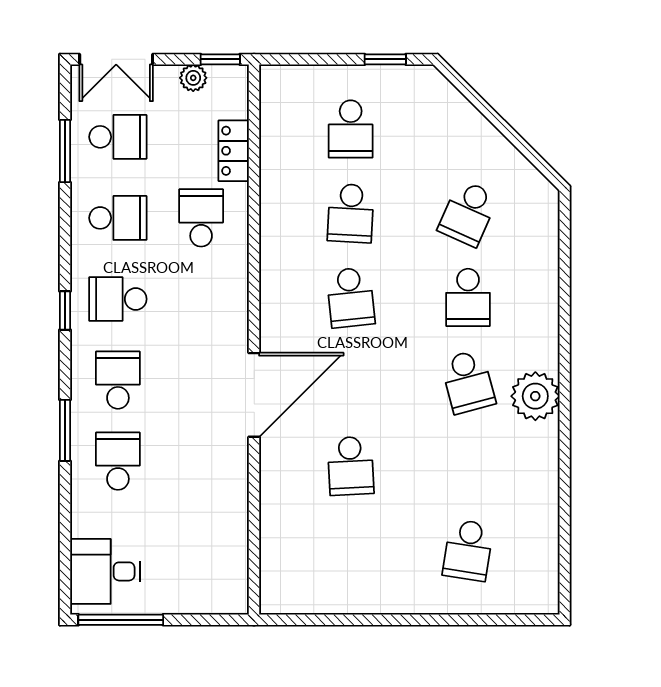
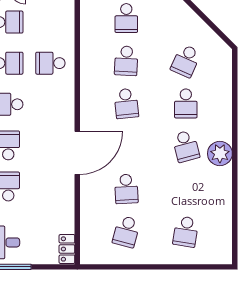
locker: (234, 151) -> (67, 249), moved
school desk: (201, 218) -> (50, 63), turned -90
school desk: (351, 550) -> (126, 232), added

